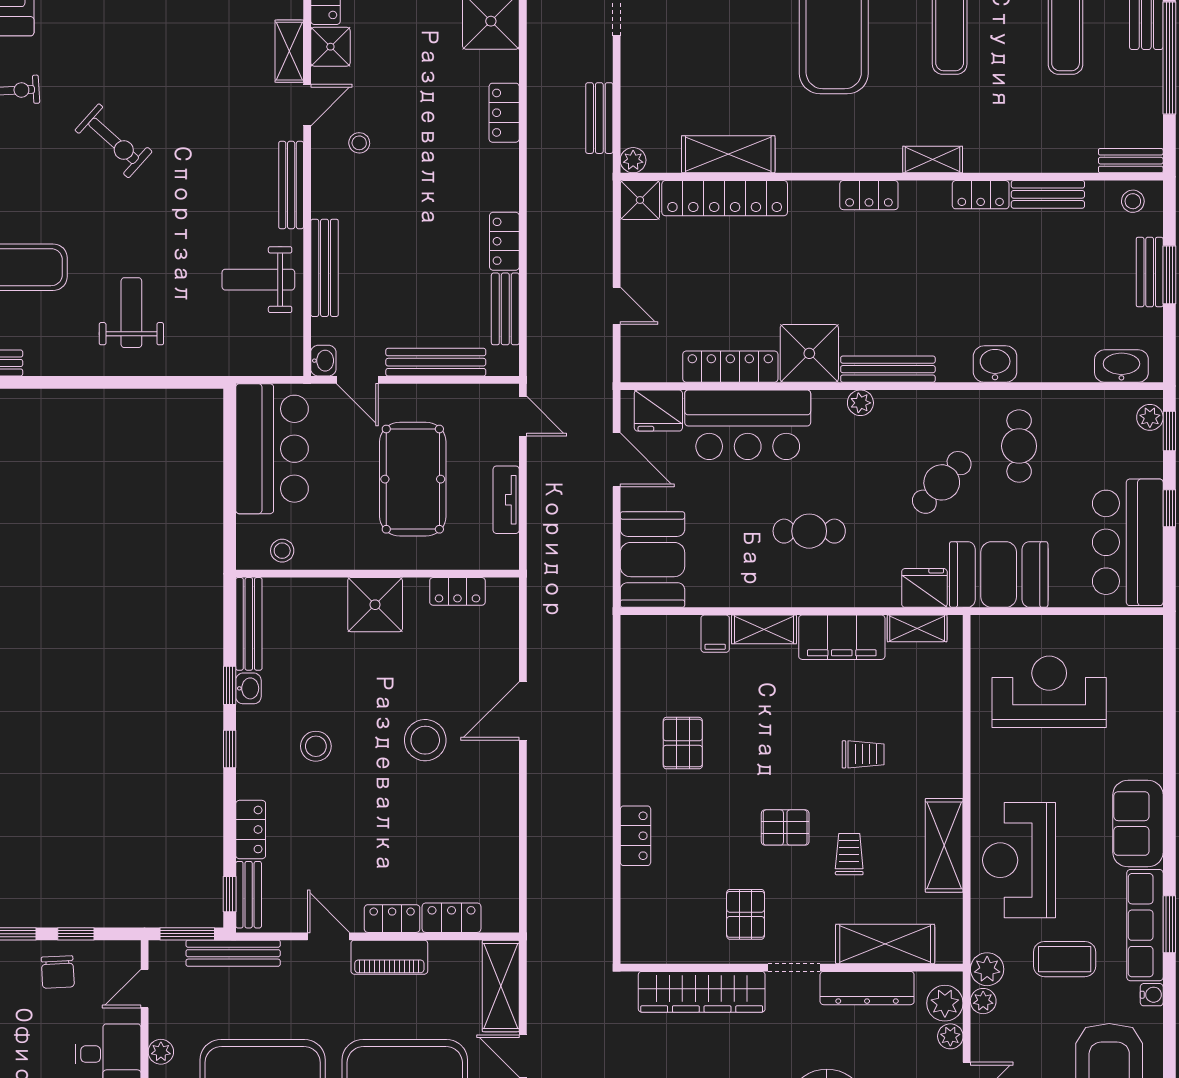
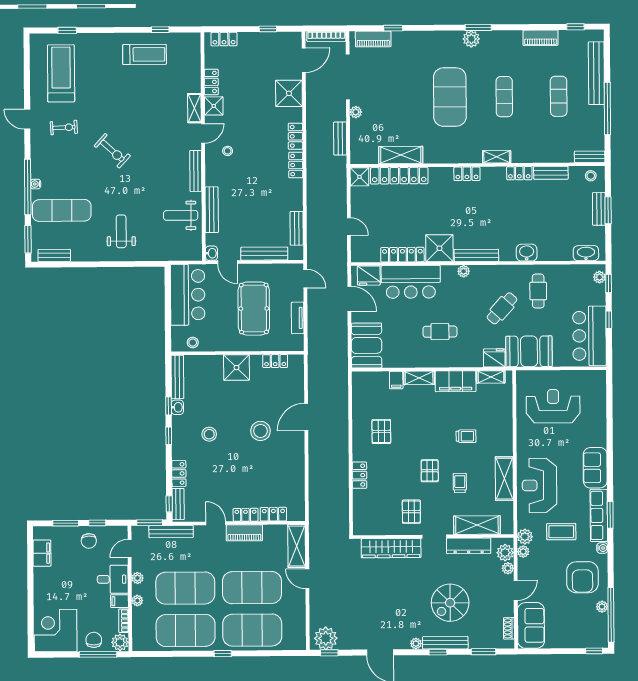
plant: (633, 160) -> (356, 112), moved
locker: (504, 241) -> (296, 165), moved
pallet: (785, 827) -> (430, 471), turned 90

